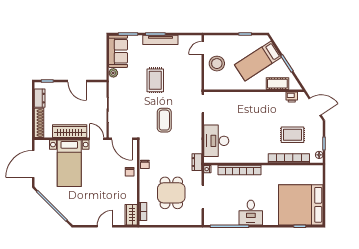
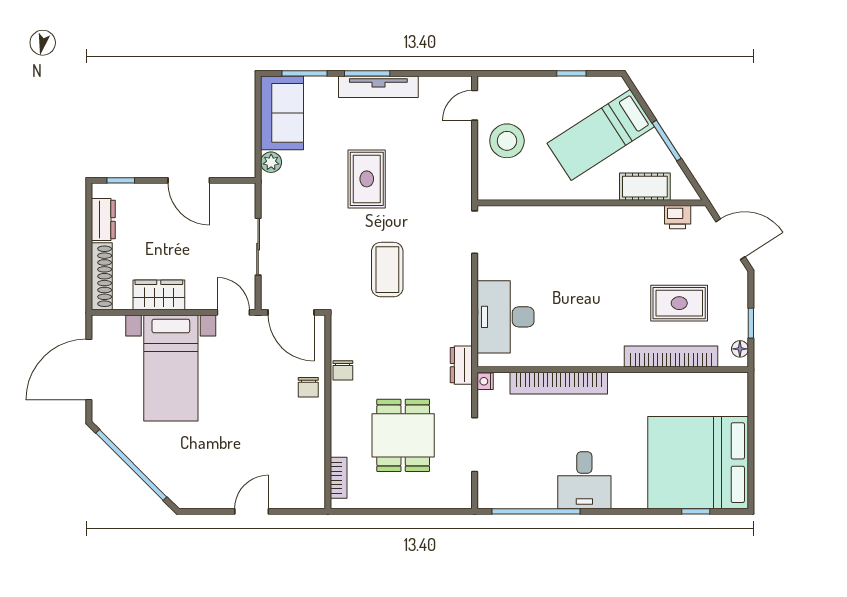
wardrobe: (70, 131) -> (159, 295), width x0.67
wardrobe: (131, 215) -> (312, 485), removed

